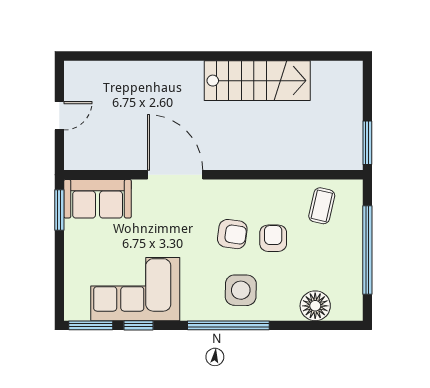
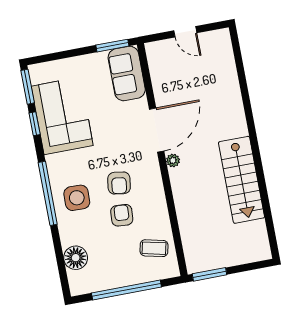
plant: (217, 162) -> (173, 160), added
armchair: (273, 238) -> (122, 215), turned -86

